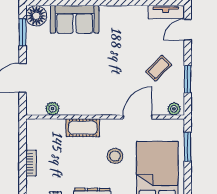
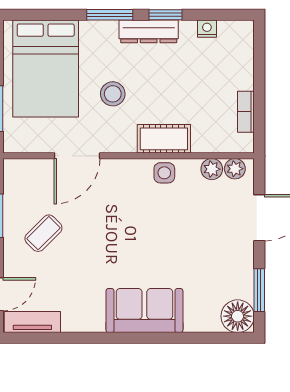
sofa: (75, 19) -> (144, 311), moved
side table: (82, 106) -> (164, 173), added
plant: (174, 109) -> (235, 169), moved
bookcase: (31, 163) -> (246, 112), moved

